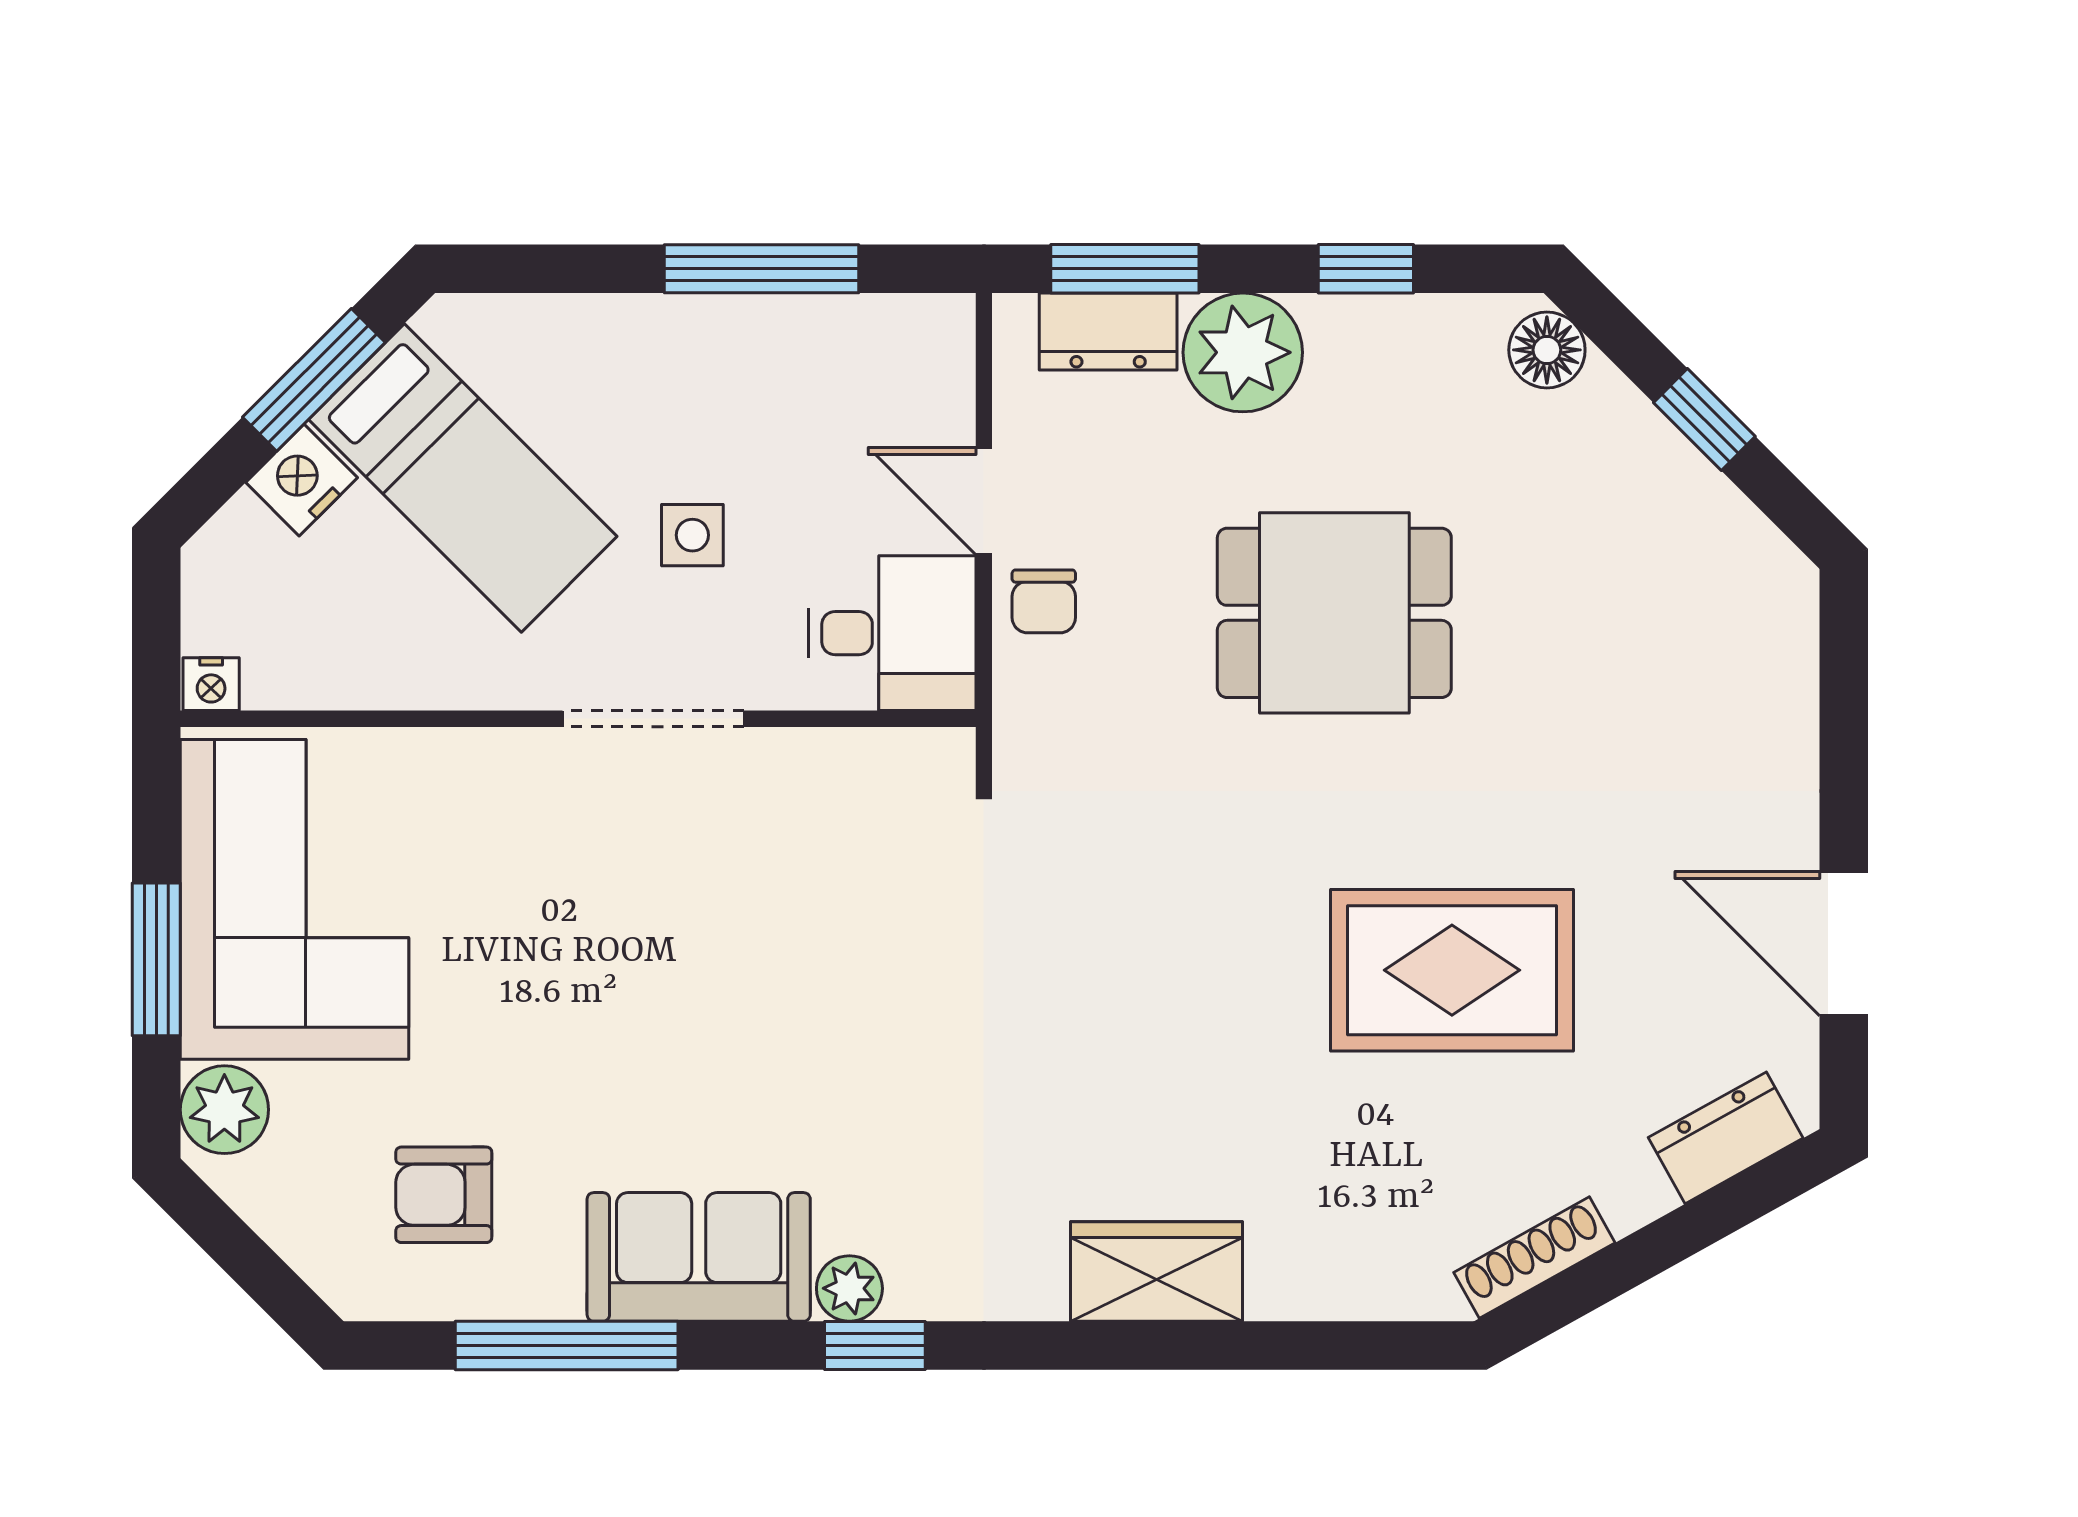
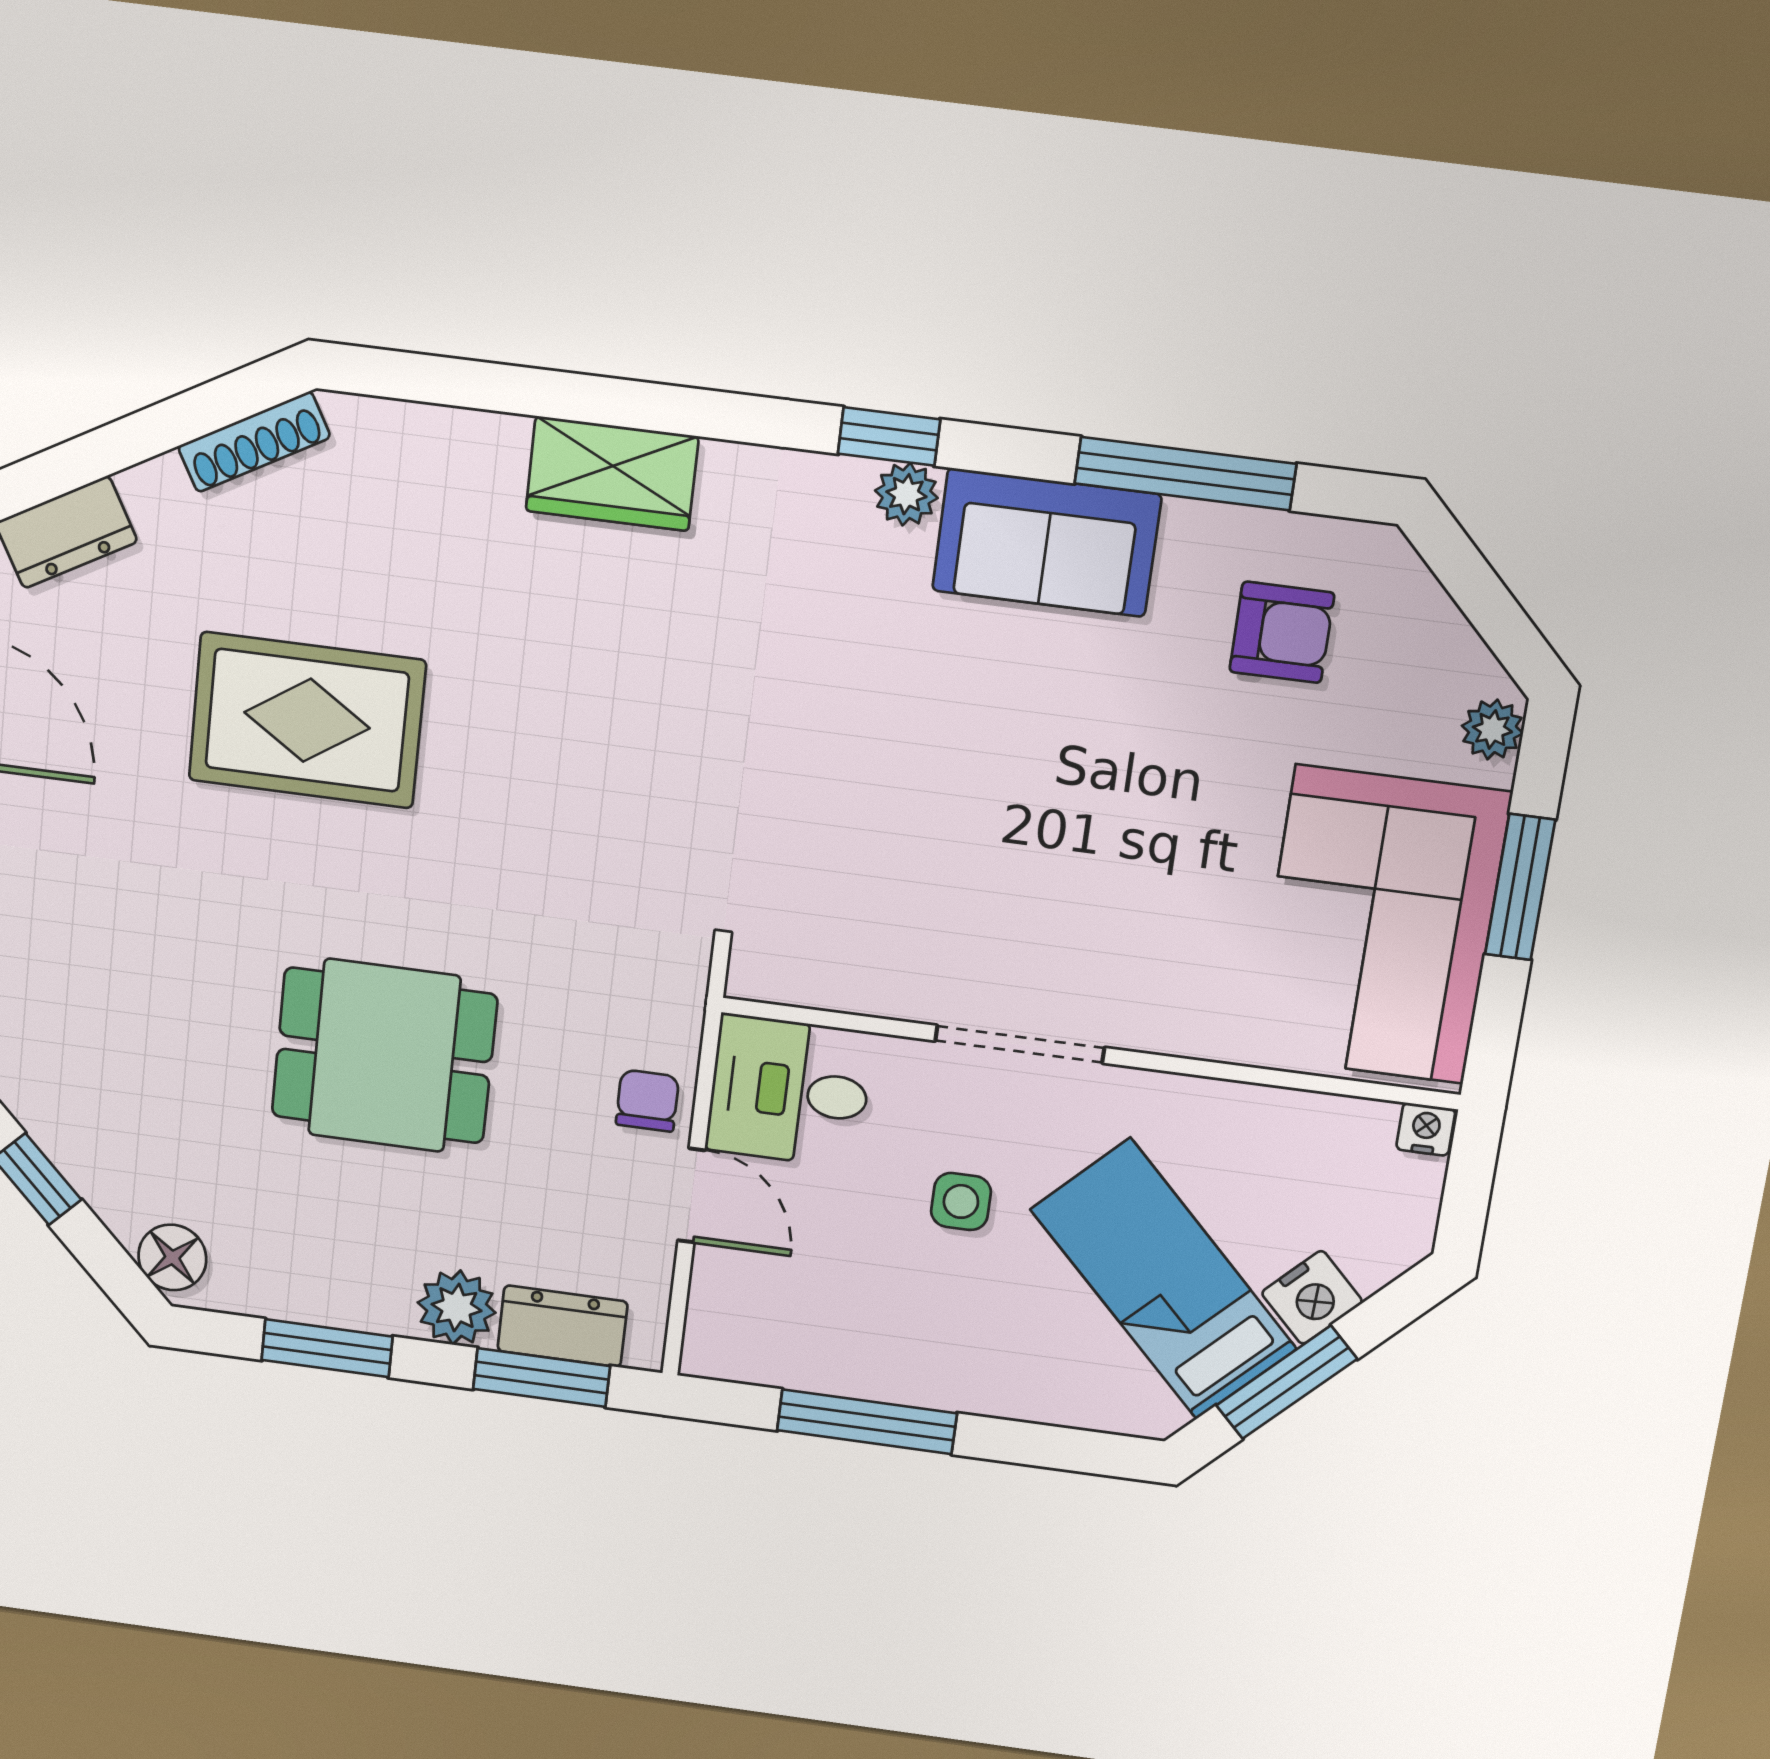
window: (1366, 269) -> (327, 1348), width x1.50
plant: (1243, 352) -> (457, 1308), width x0.73, depth x0.73
plant: (224, 1110) -> (1492, 729), width x0.73, depth x0.73

